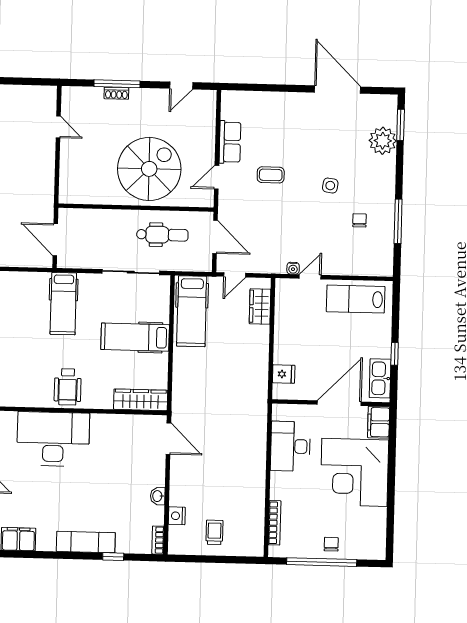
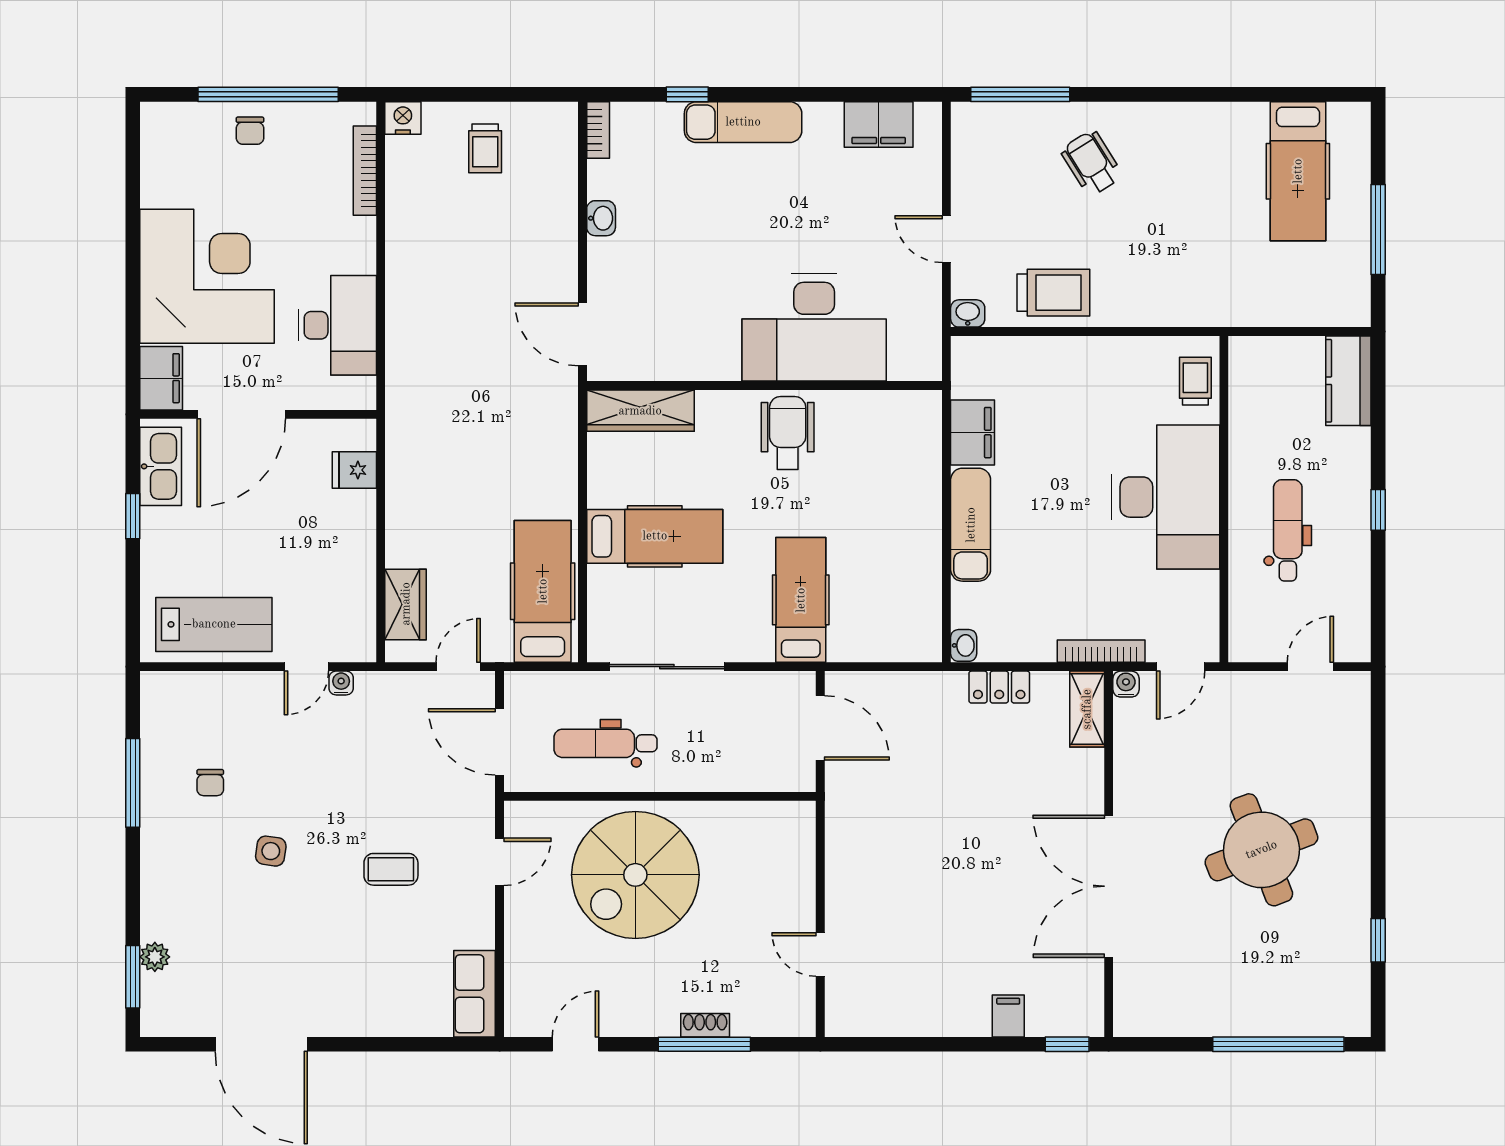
plant: (383, 141) -> (155, 957), width x0.53, depth x0.53
row of seats: (230, 142) -> (475, 994), moved
nightstand: (177, 516) -> (403, 118), moved, turned -90

